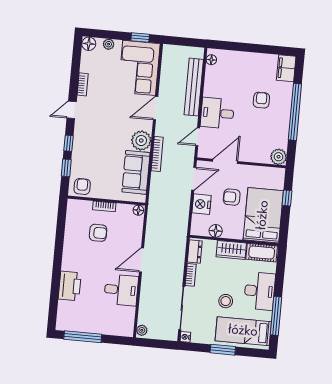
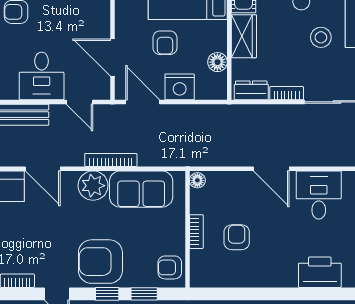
armchair: (90, 141) -> (100, 262), added

